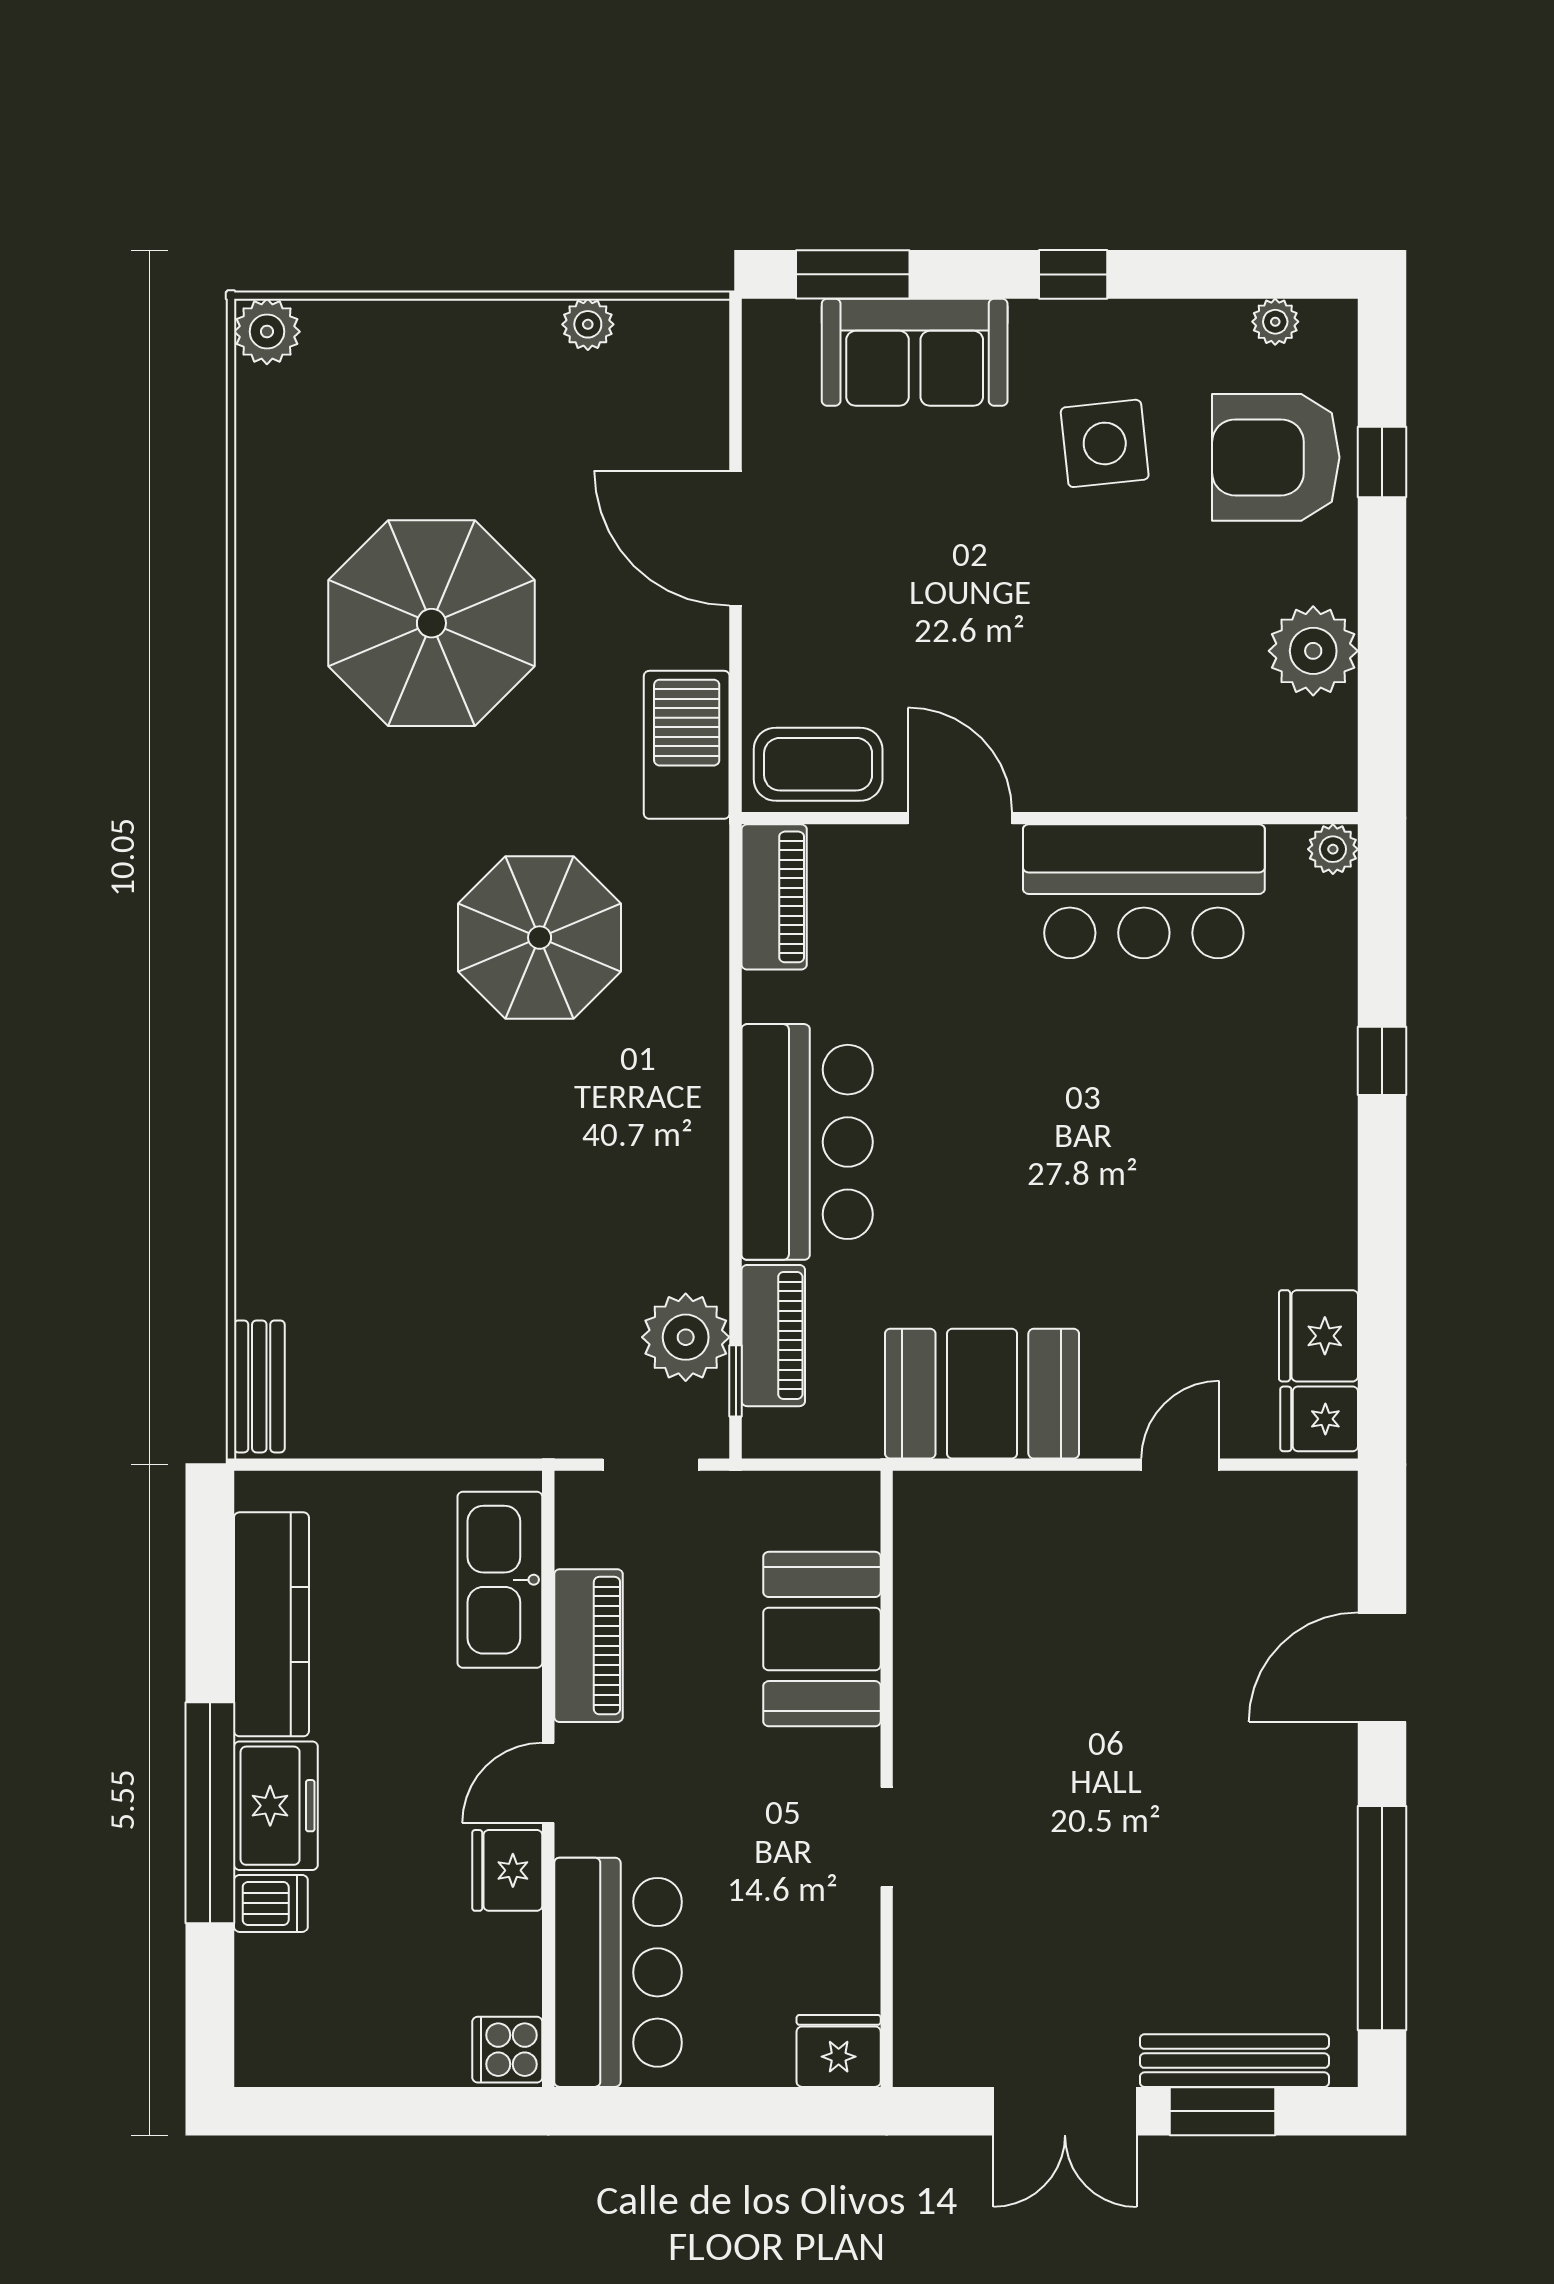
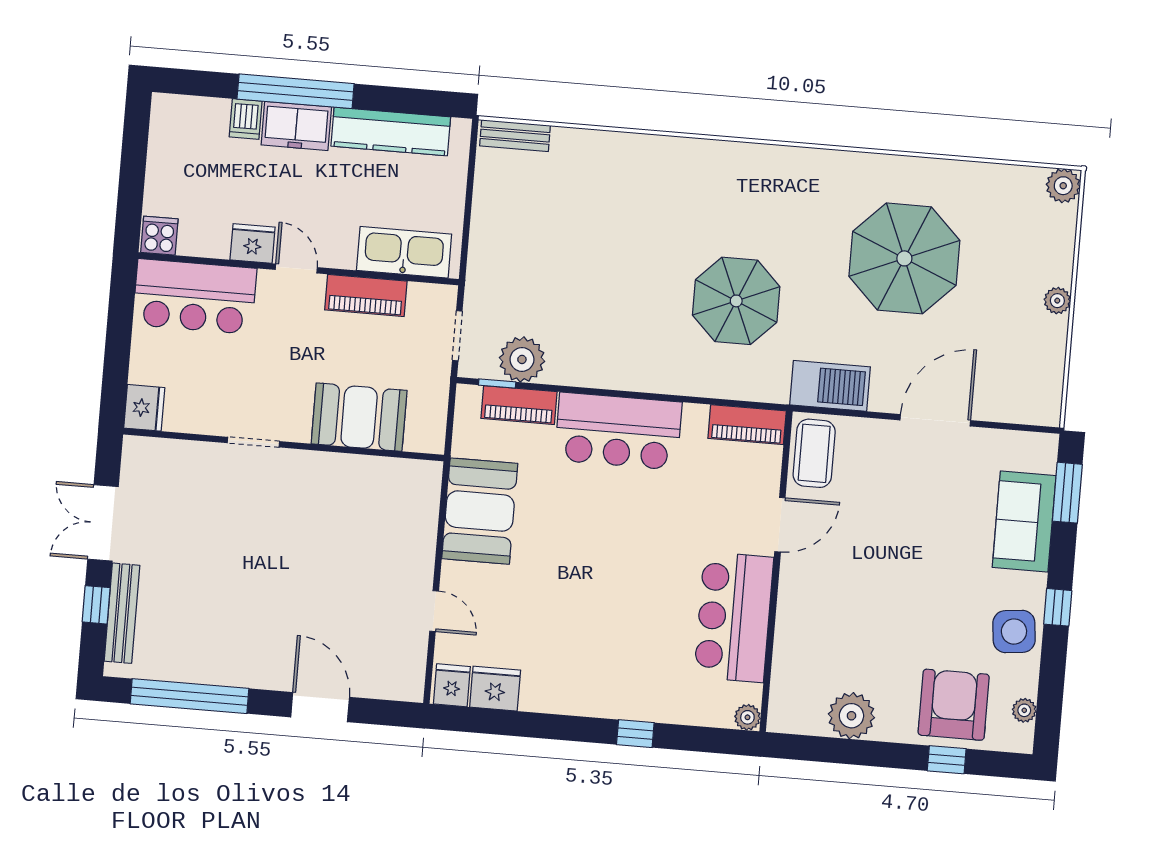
plant: (588, 324) -> (1057, 301), moved
side table: (1105, 443) -> (1014, 632), moved
window: (1223, 2111) -> (96, 605), width x0.67

